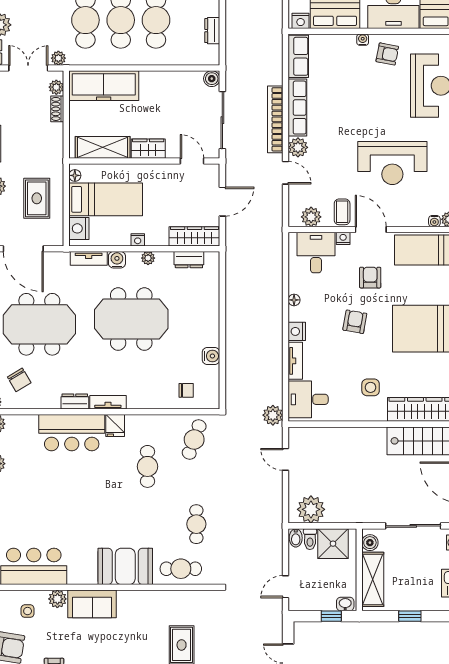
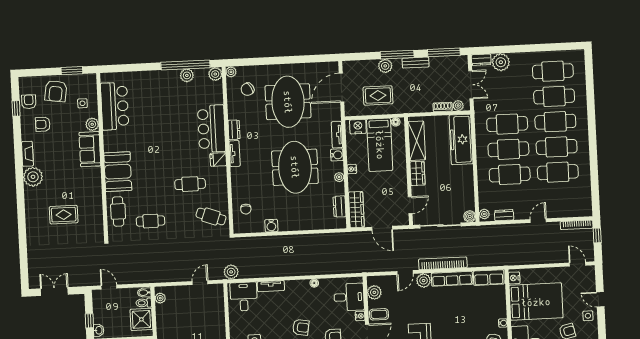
plant: (58, 58) -> (484, 214), moved
nightstand: (297, 331) -> (292, 286), removed
plant: (311, 509) -> (160, 298), width x0.53, depth x0.53

